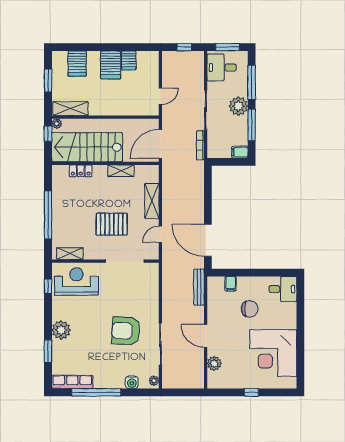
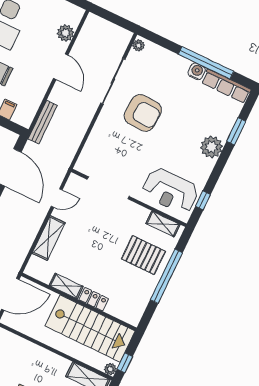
locker: (81, 171) -> (94, 299), moved
pallet: (112, 224) -> (143, 255), moved
water cooler: (132, 382) -> (197, 71), moved

